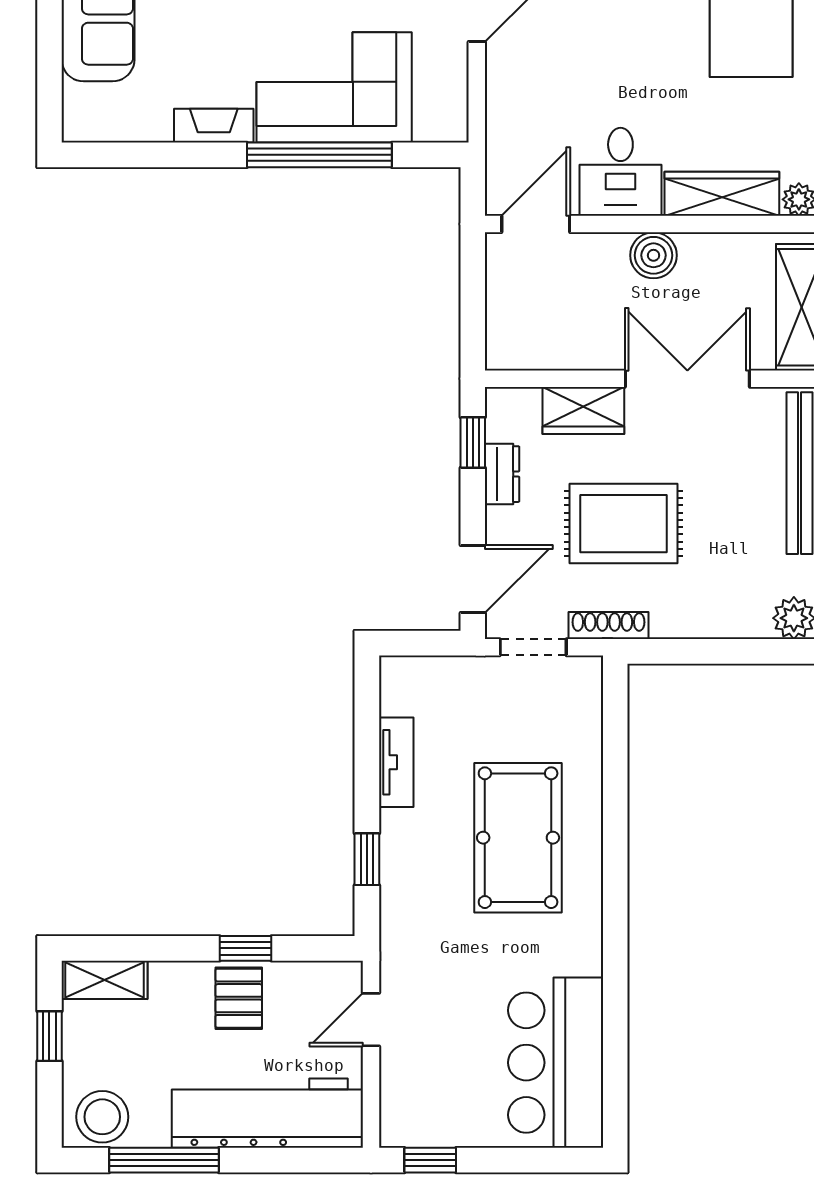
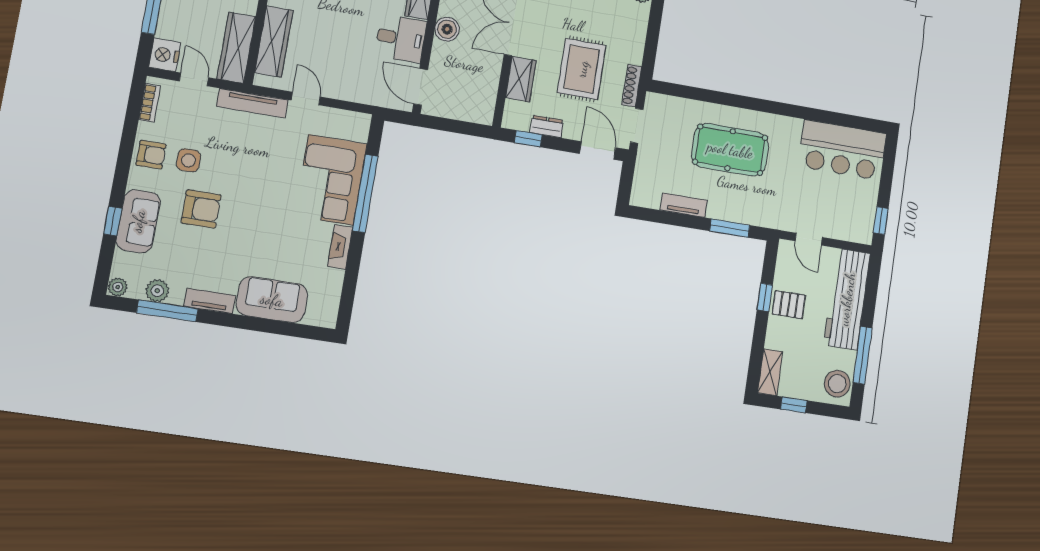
window: (367, 859) -> (730, 228), width x1.50

